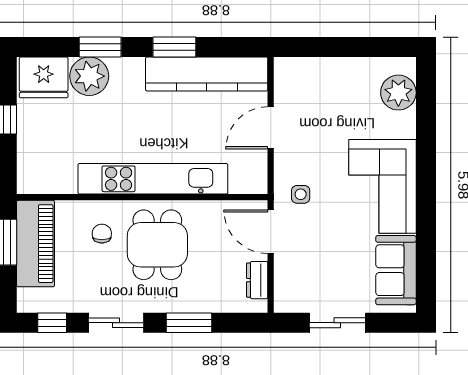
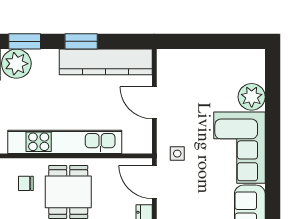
plant: (398, 93) -> (252, 97), moved
door: (271, 128) -> (154, 103), hinge flipped
chair: (102, 234) -> (26, 183), turned -90

